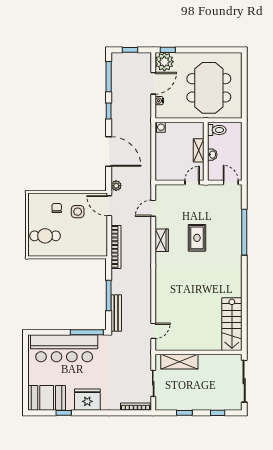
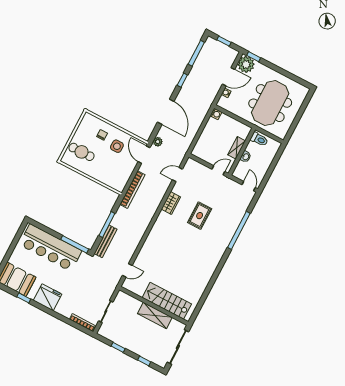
stairs: (232, 324) -> (167, 301), moved, turned 90
shelving: (179, 362) -> (155, 315), moved

